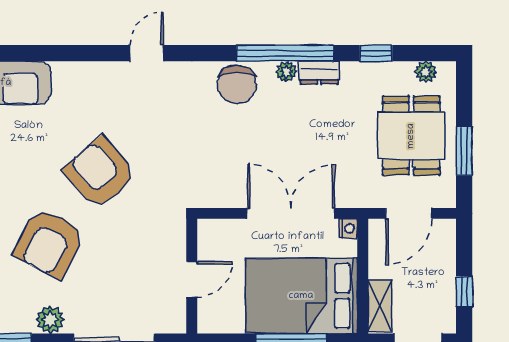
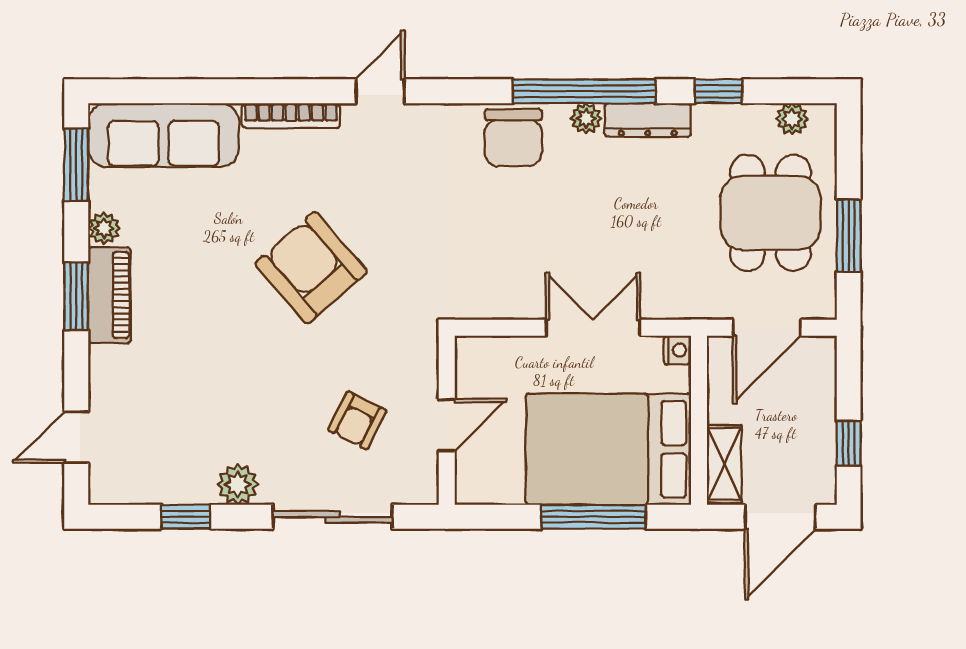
bookcase: (86, 70) -> (291, 116), added
dresser: (319, 73) -> (648, 120), width x1.44
double door: (291, 213) -> (593, 328), width x0.73
armchair: (49, 243) -> (357, 420), moved, width x0.53, depth x0.53

